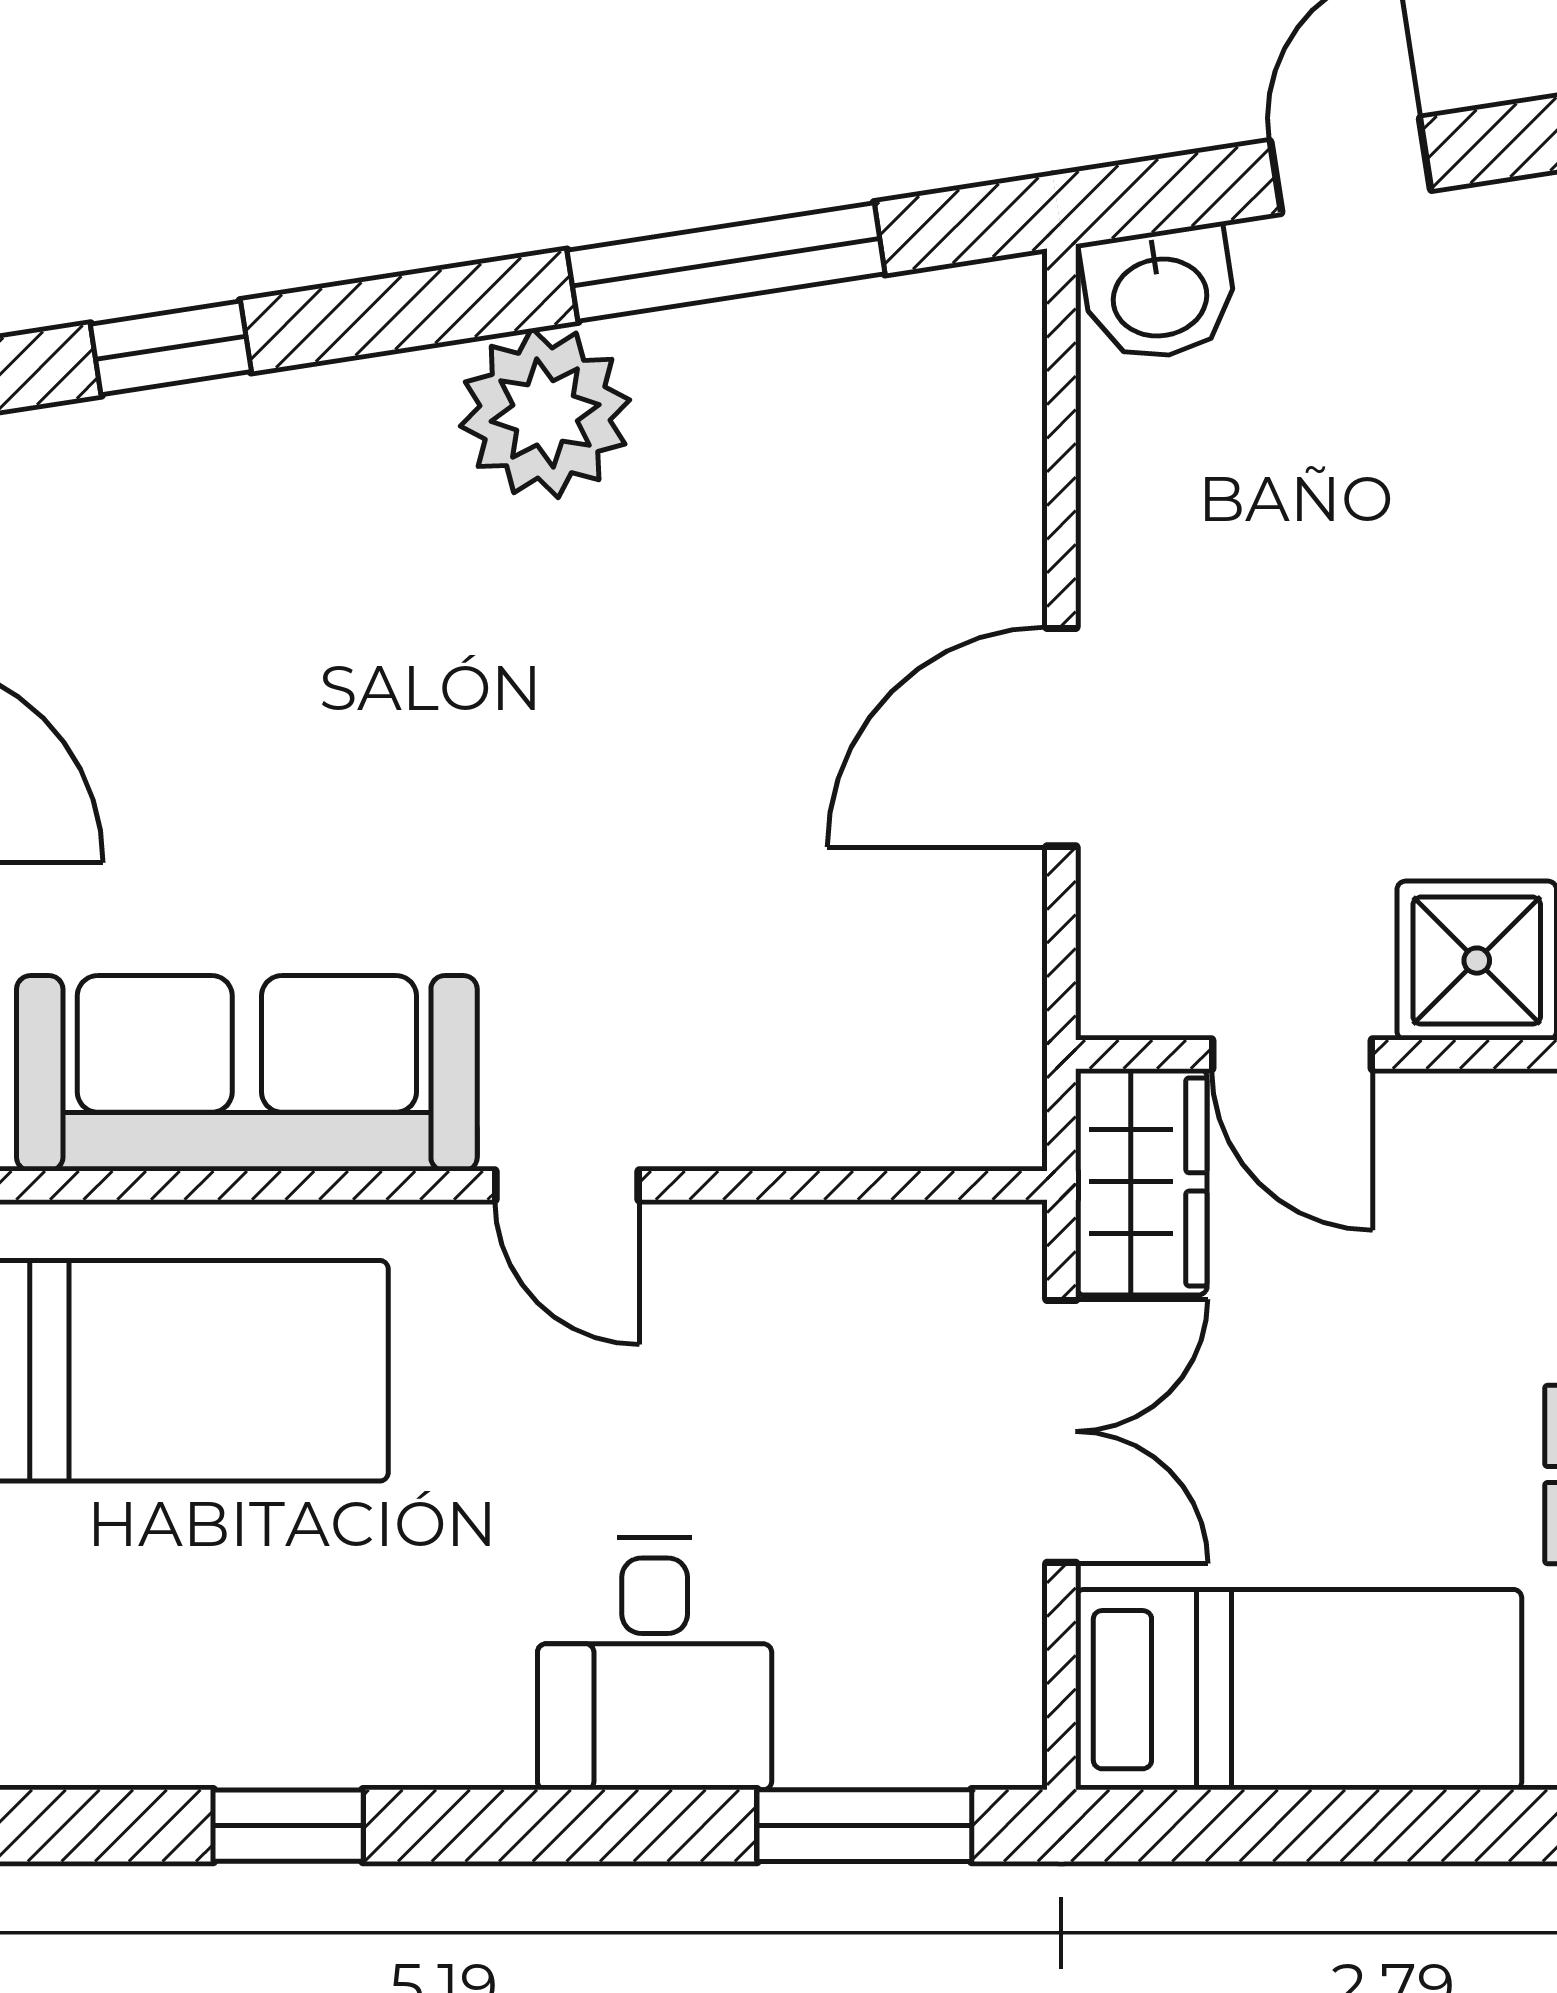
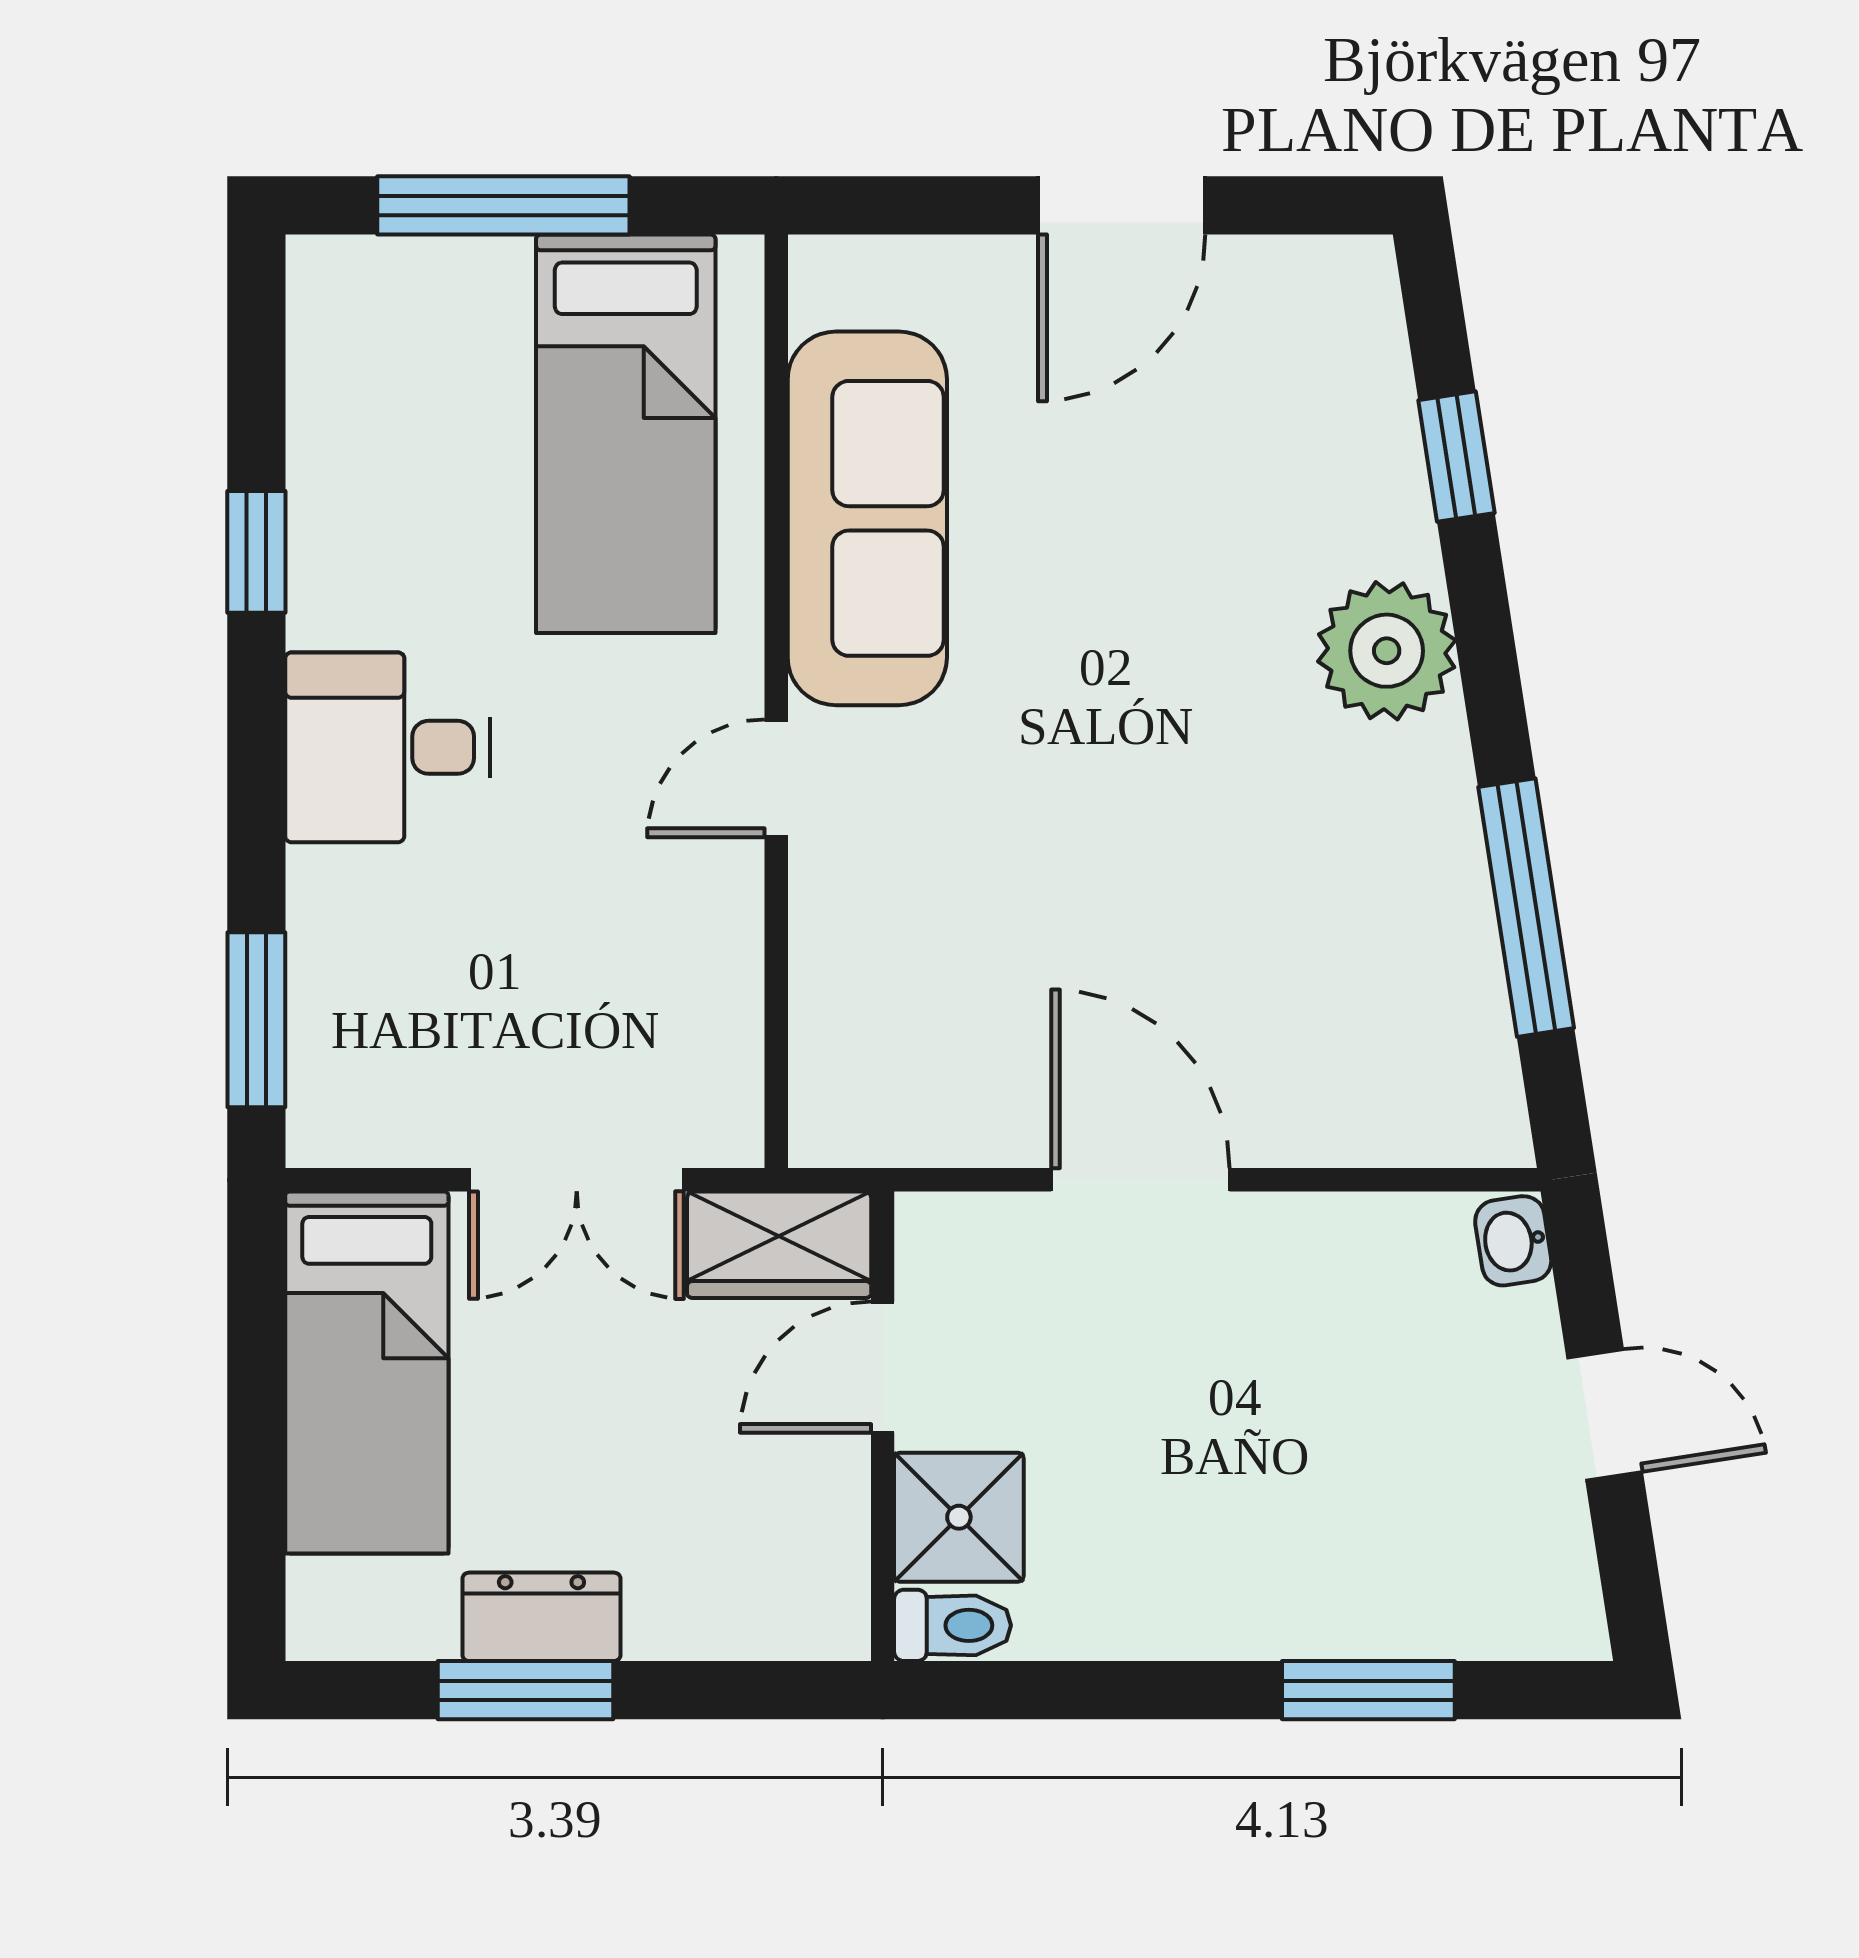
washbasin: (1159, 294) -> (1513, 1241), width x0.72, depth x0.69
plant: (545, 413) -> (1387, 651), moved
desk: (655, 1664) -> (388, 747), moved

